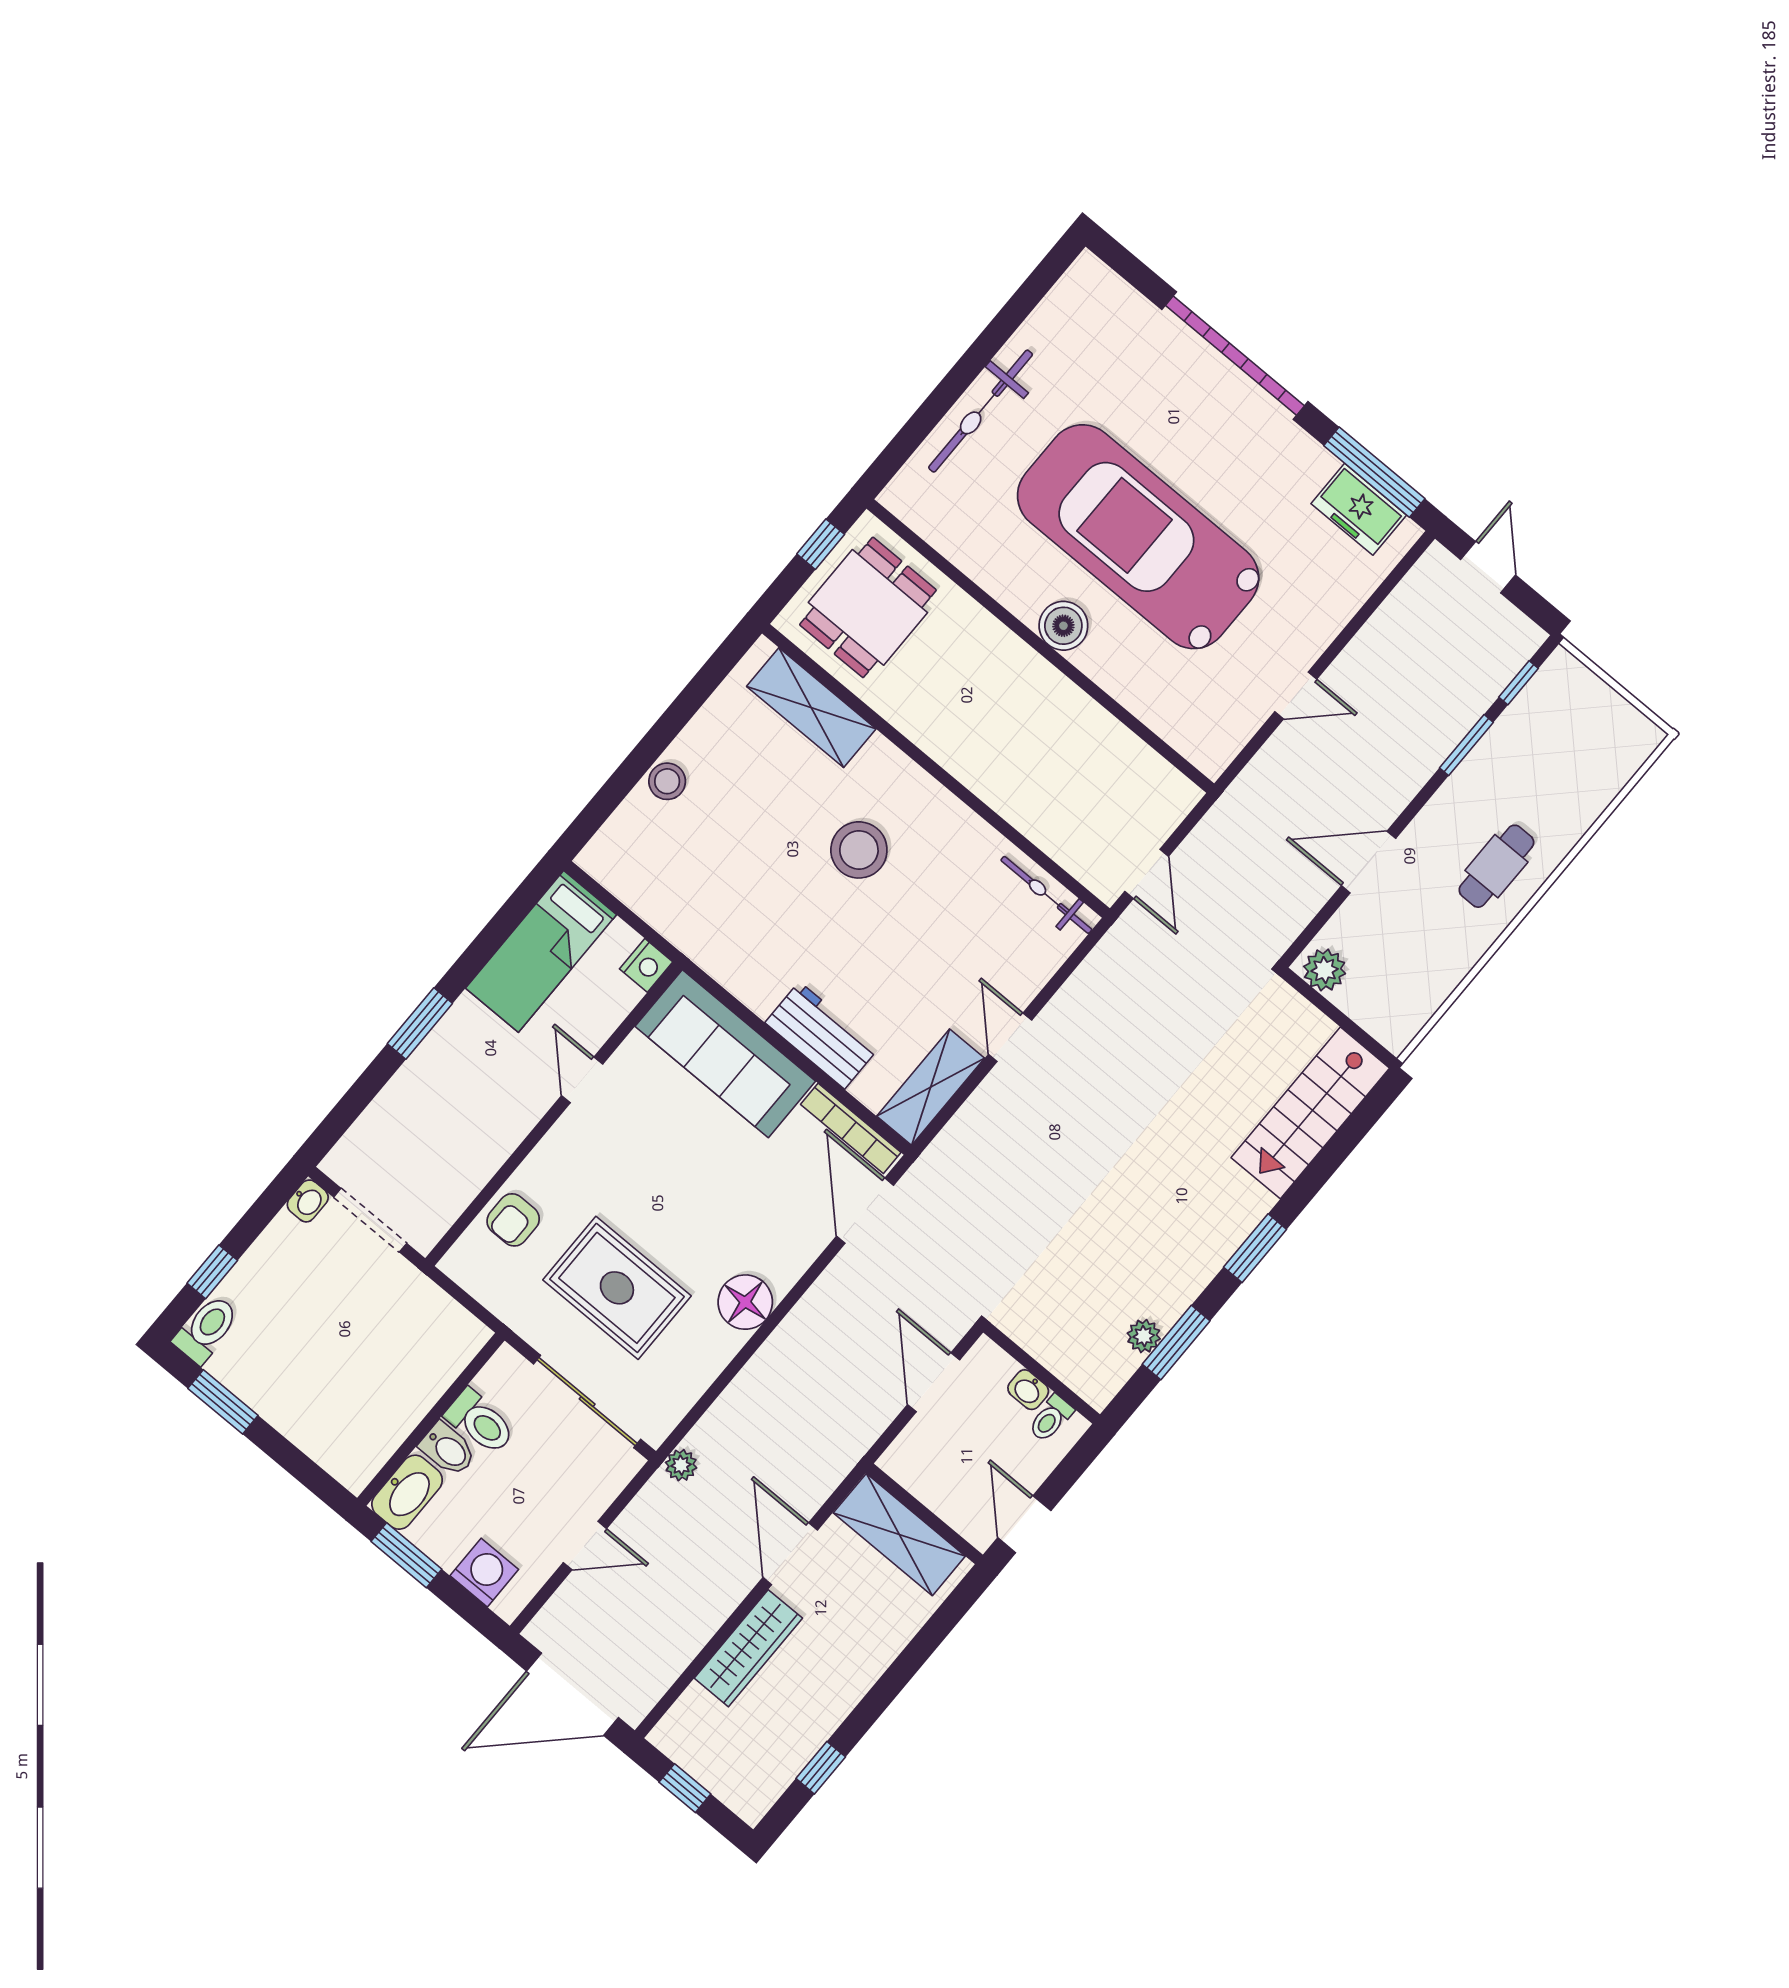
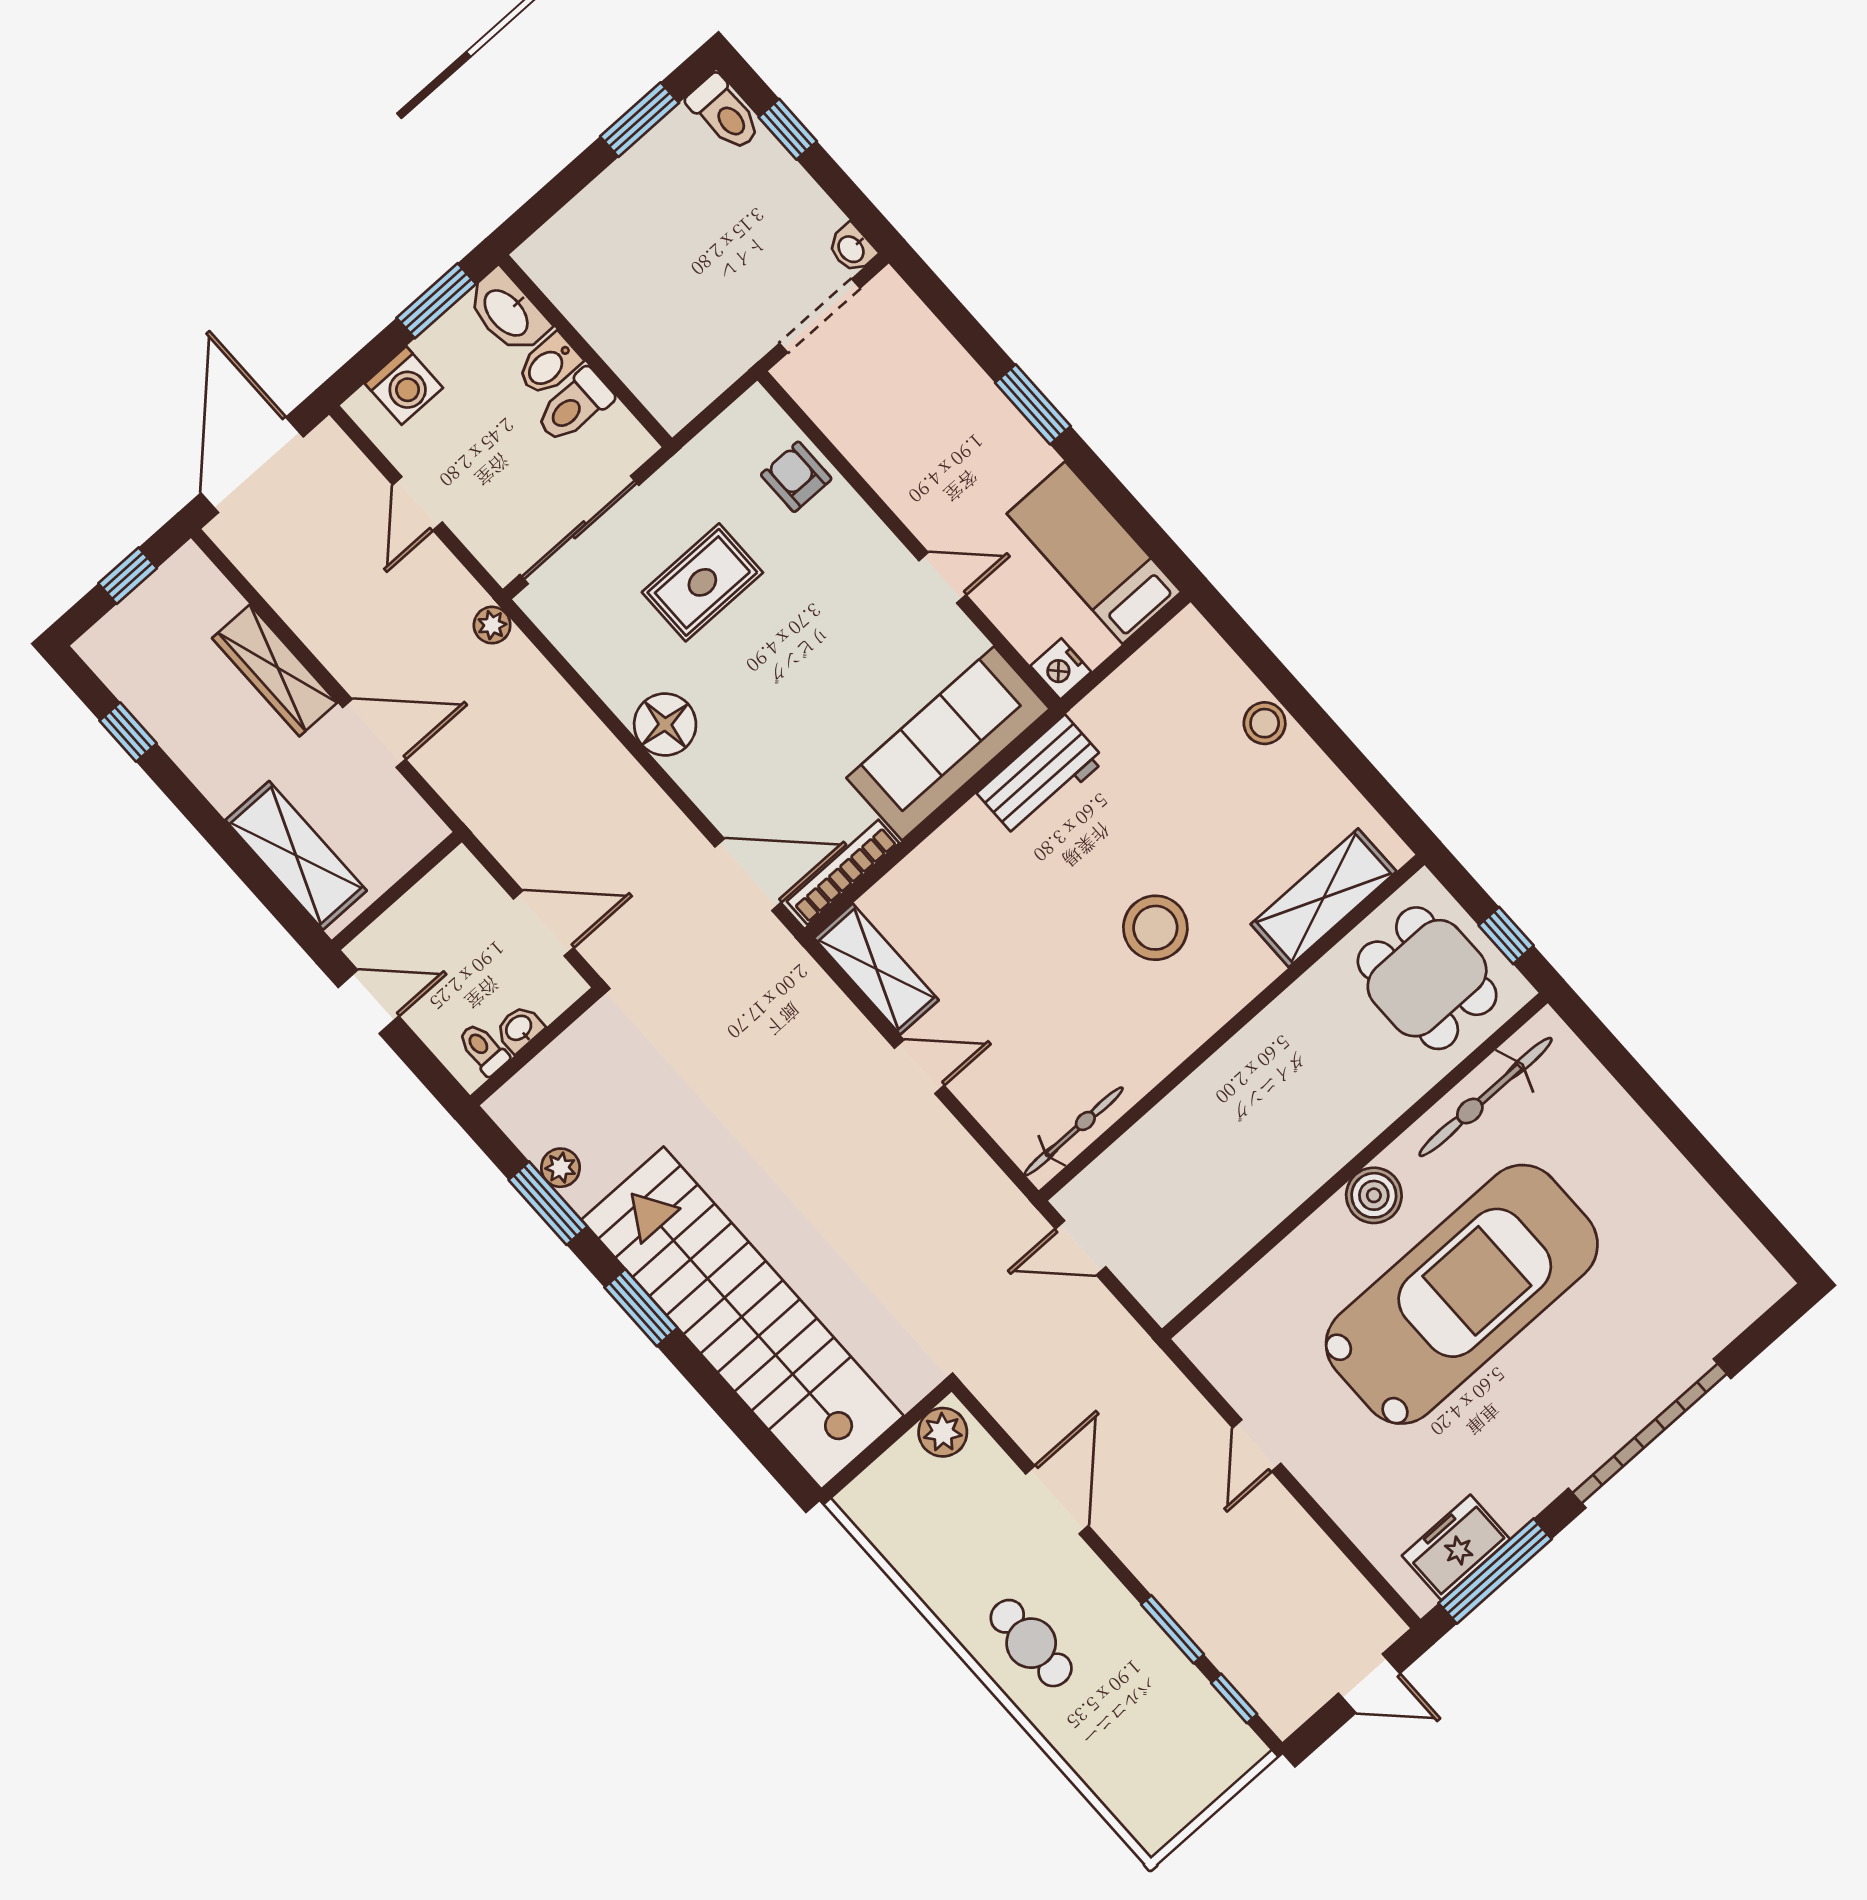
bicycle: (981, 411) -> (1486, 1097), moved, turned -90
workbench: (822, 1035) -> (1041, 777), moved
stairs: (1310, 1113) -> (742, 1318), width x1.86, depth x1.51
rug: (617, 1288) -> (702, 582), width x0.73, depth x0.70
shelving: (899, 1535) -> (296, 855), moved, turned 90

